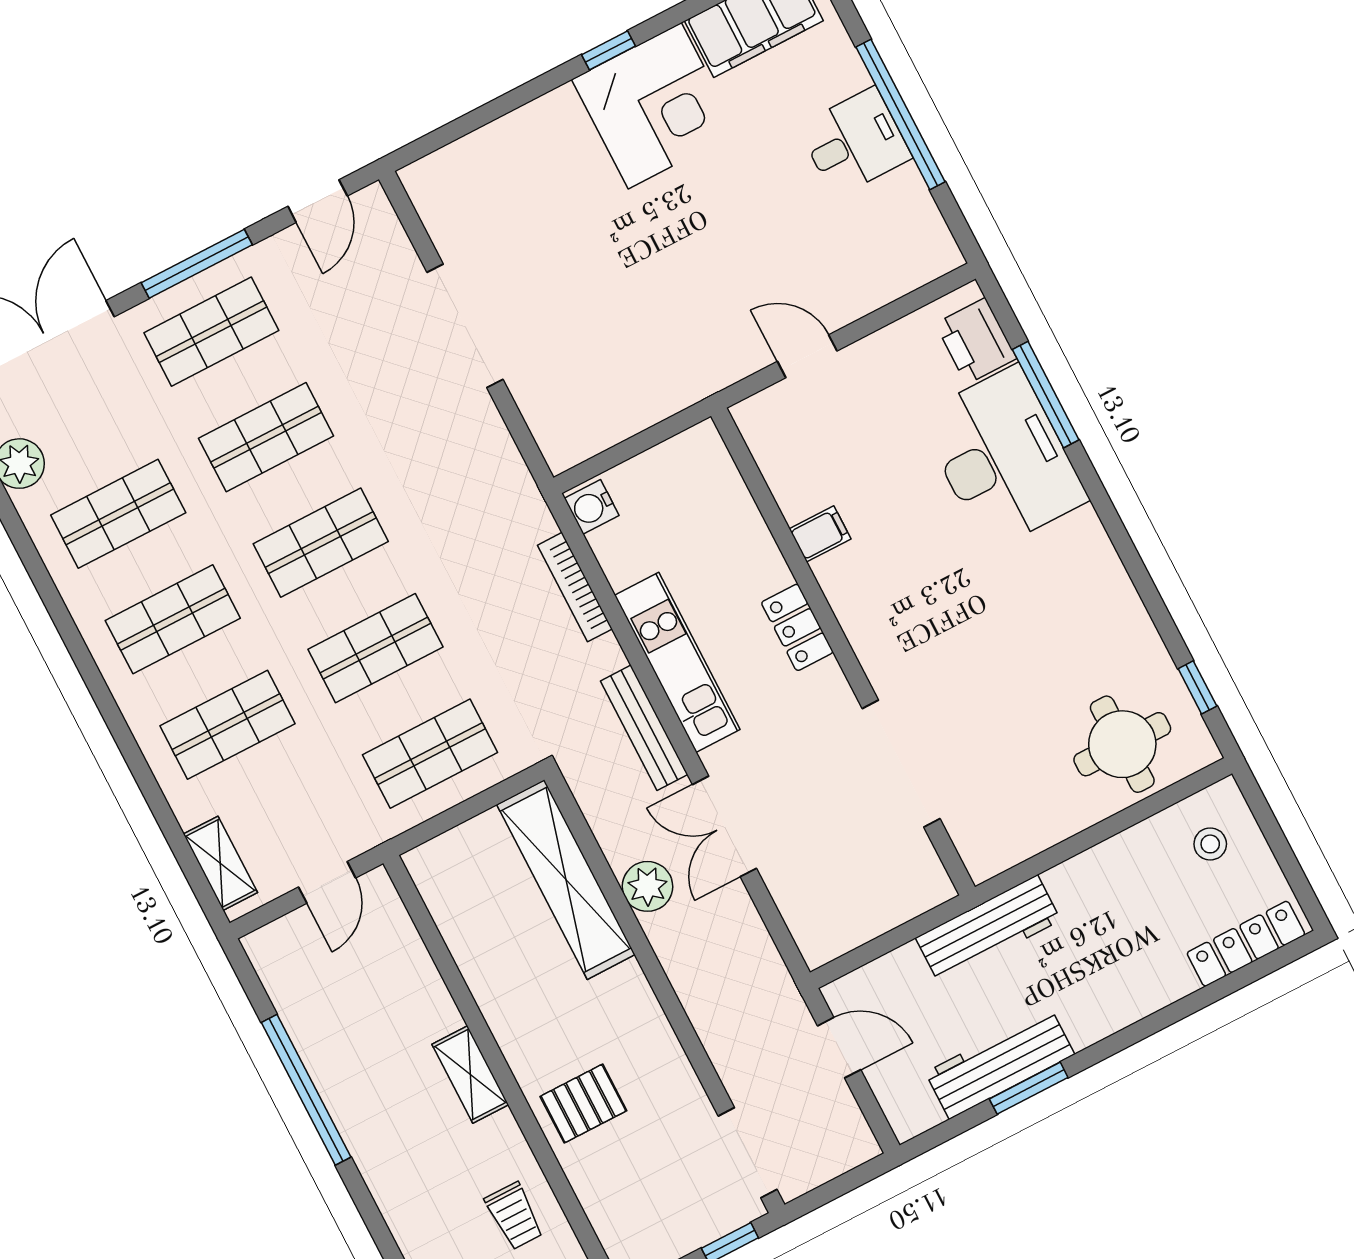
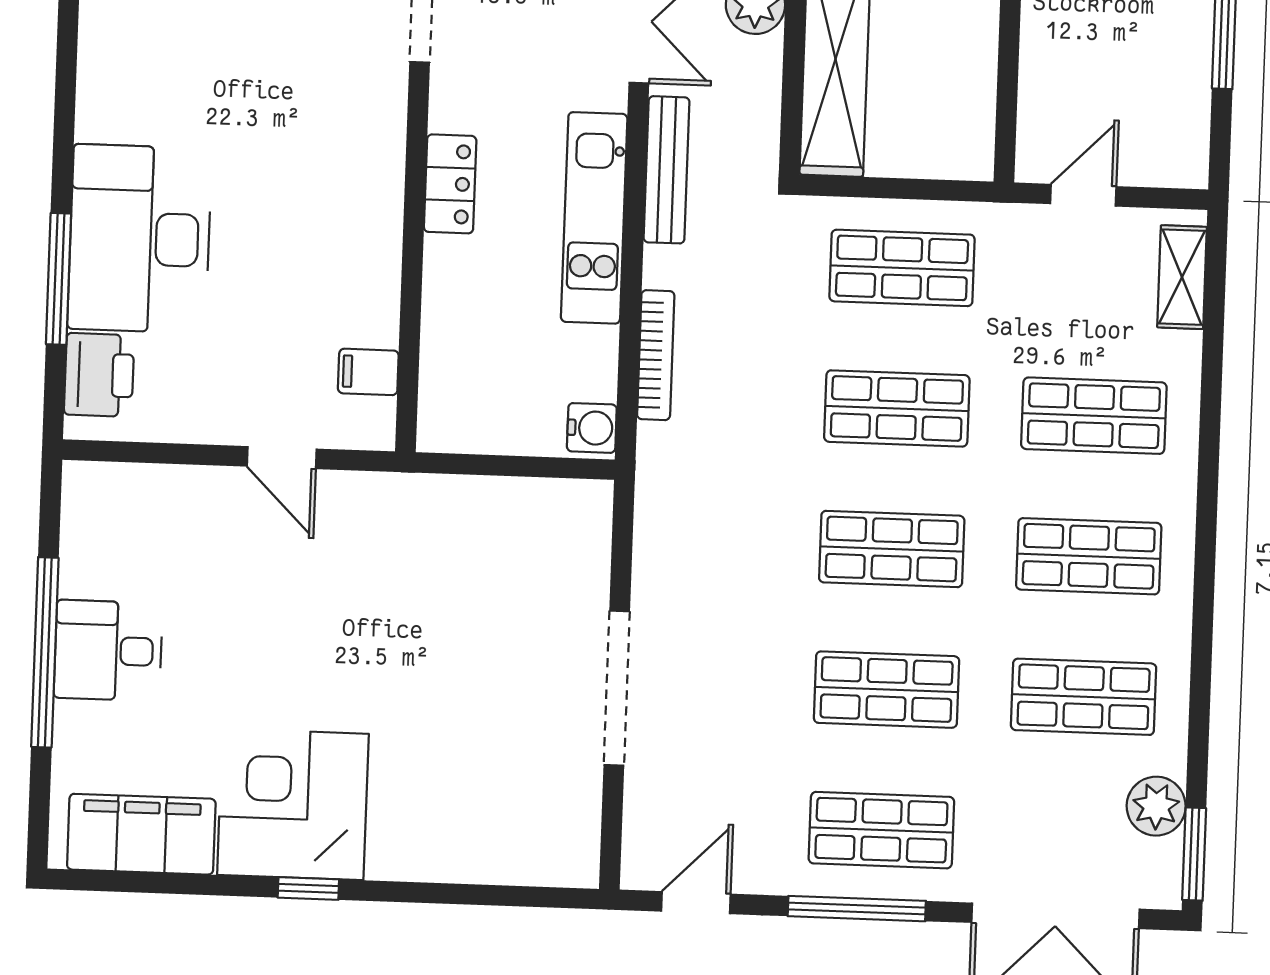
filing cabinet: (820, 534) -> (368, 372), moved

